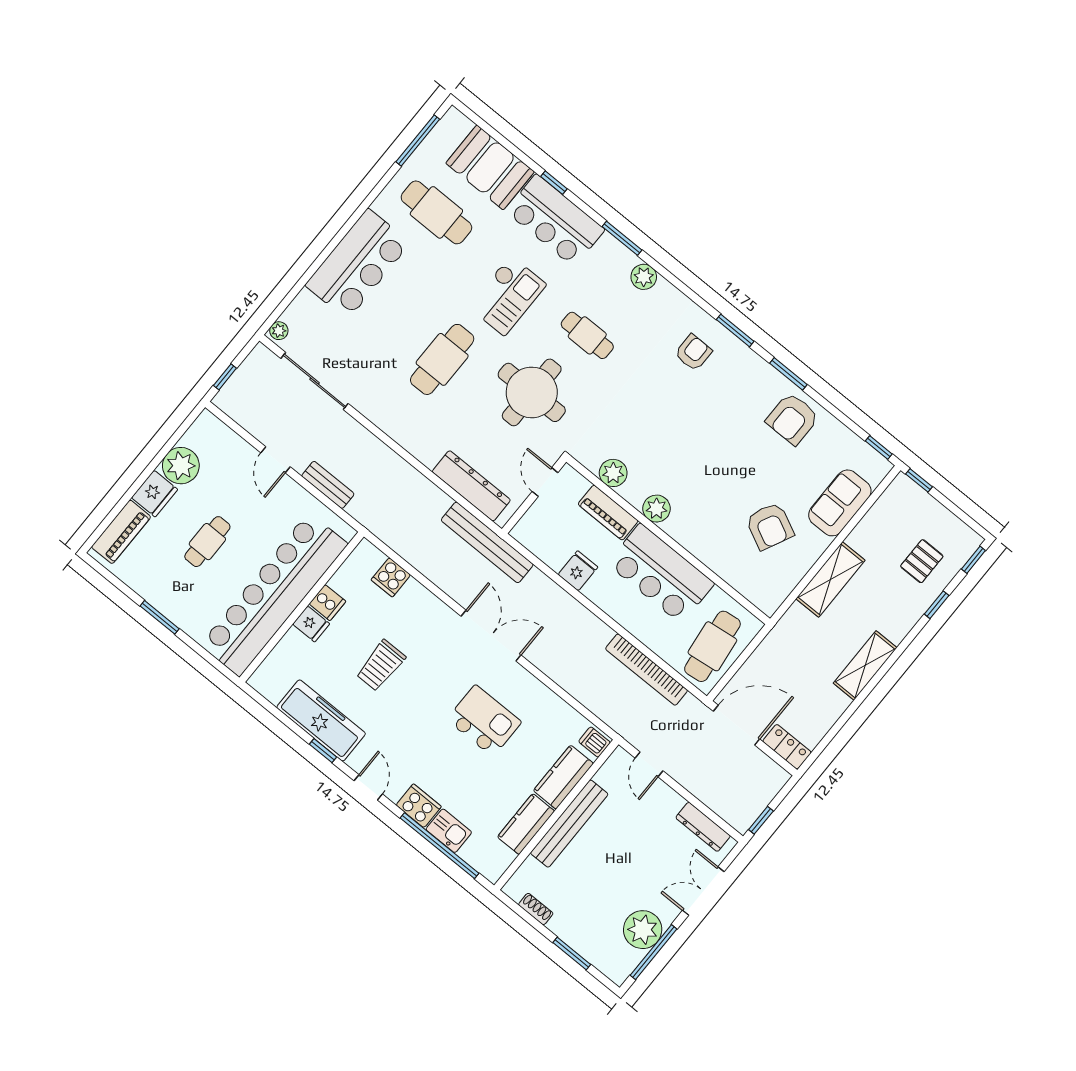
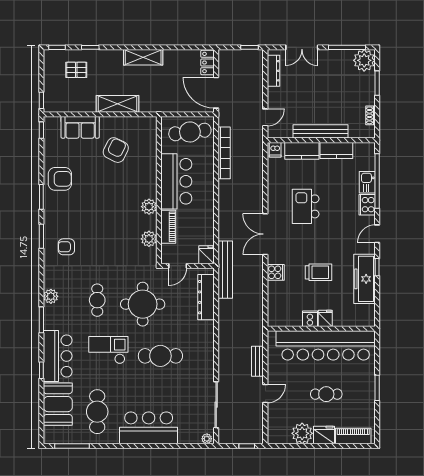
fridge: (578, 571) -> (207, 255), moved, turned 90
cooker: (391, 577) -> (276, 272), moved
plant: (643, 930) -> (364, 60), moved

